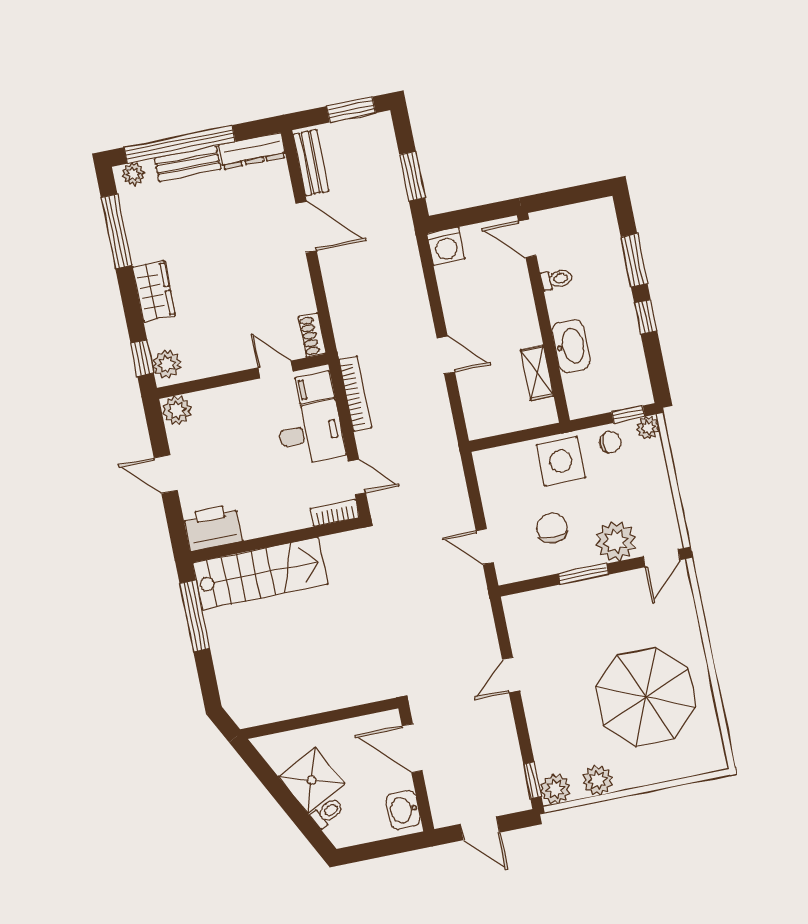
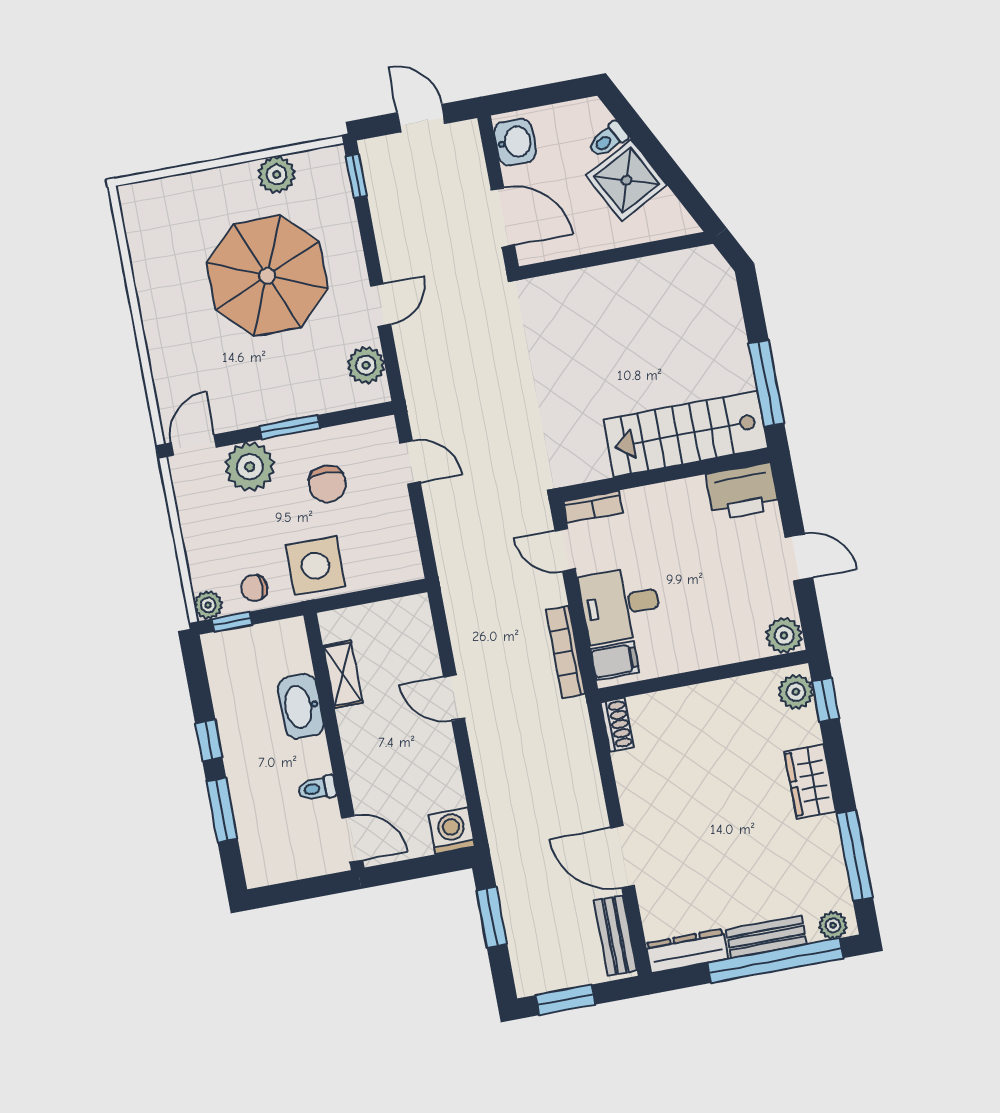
door: (275, 369) -> (663, 683), removed
parasol: (646, 697) -> (267, 276), moved
plant: (555, 789) -> (366, 365), moved

